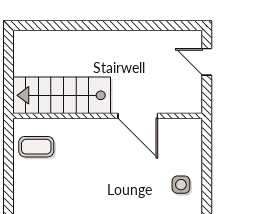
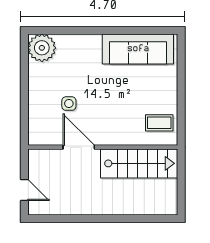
side table: (181, 185) -> (69, 104), moved

